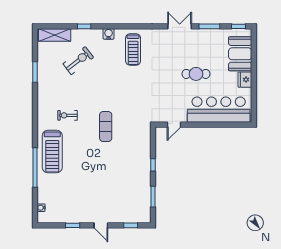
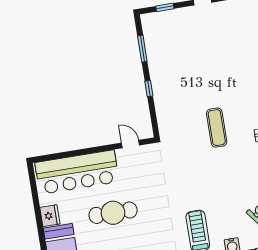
cafe table: (196, 74) -> (113, 213), width x1.37, depth x1.35
door: (174, 125) -> (130, 144), hinge flipped

